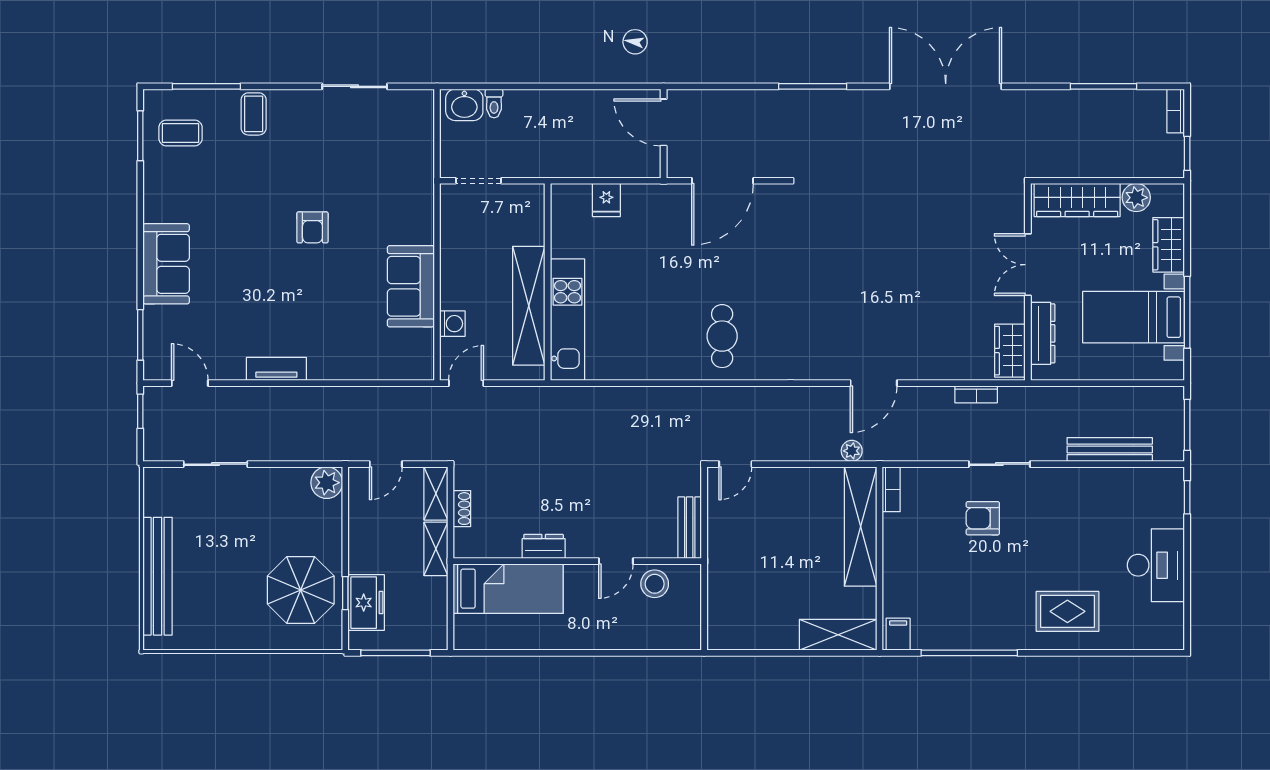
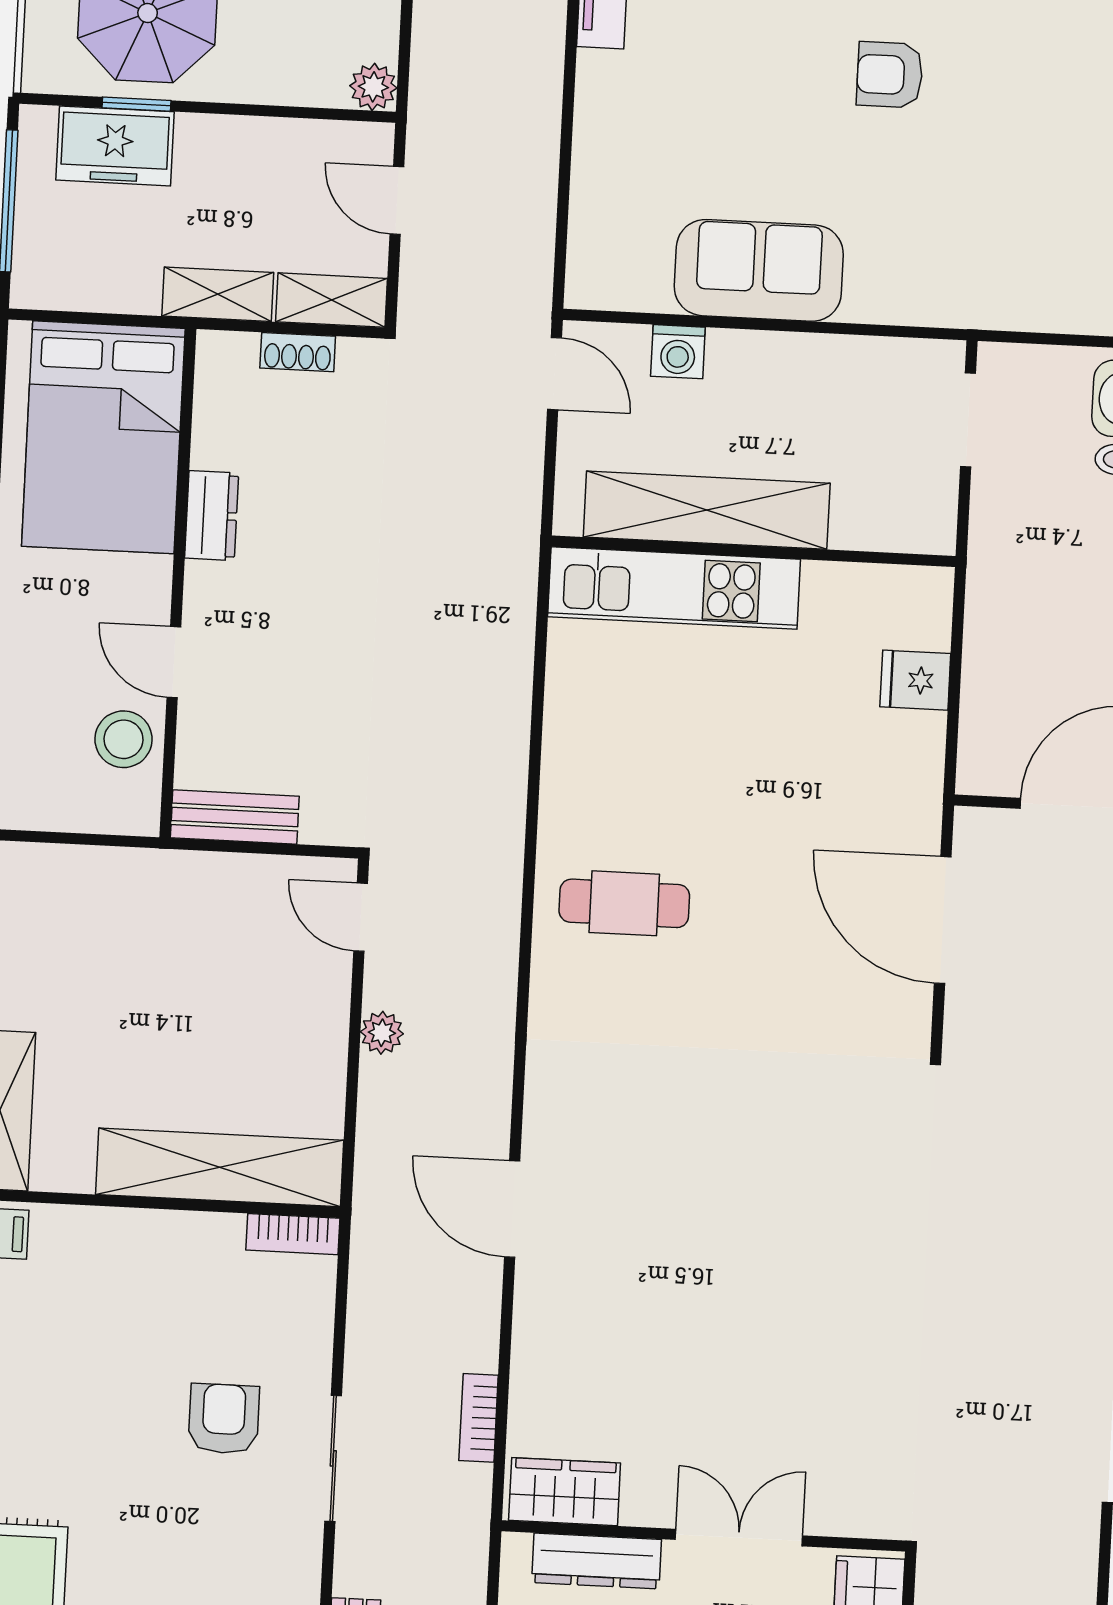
plant: (852, 451) -> (382, 1033), moved
plant: (327, 483) -> (373, 87), width x0.73, depth x0.73
bed: (508, 589) -> (103, 437), width x1.50

